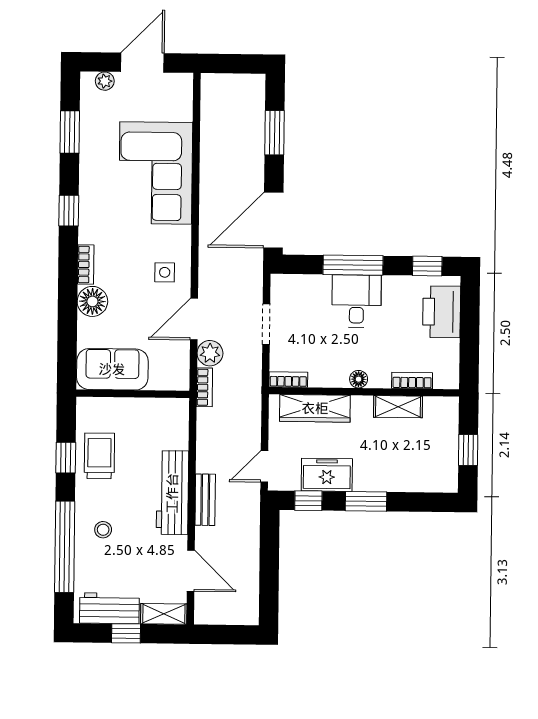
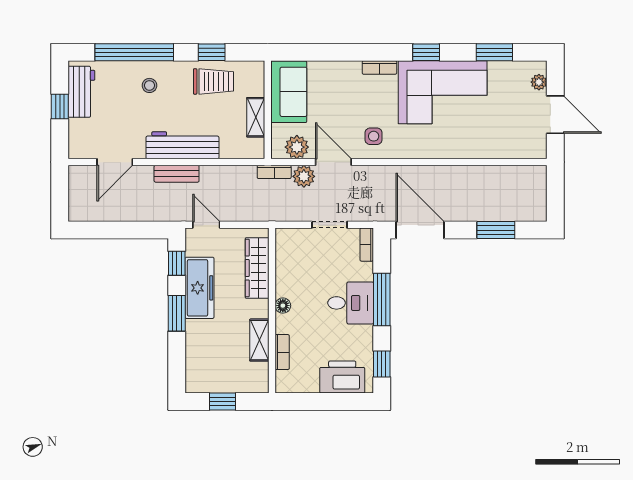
corner sofa: (156, 173) -> (443, 92), moved, turned 180
floor lamp: (92, 301) -> (348, 74), removed
plant: (176, 361) -> (297, 147), added
bookcase: (288, 380) -> (367, 245), moved, turned 180
freezer: (327, 475) -> (200, 288), width x1.40
shelving: (164, 614) -> (256, 117), moved

